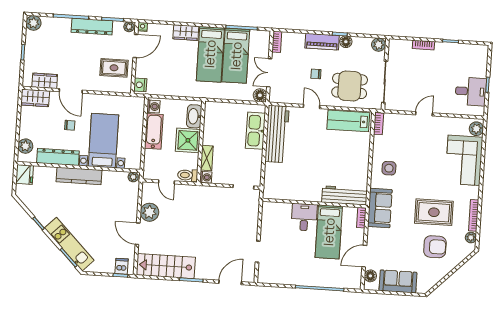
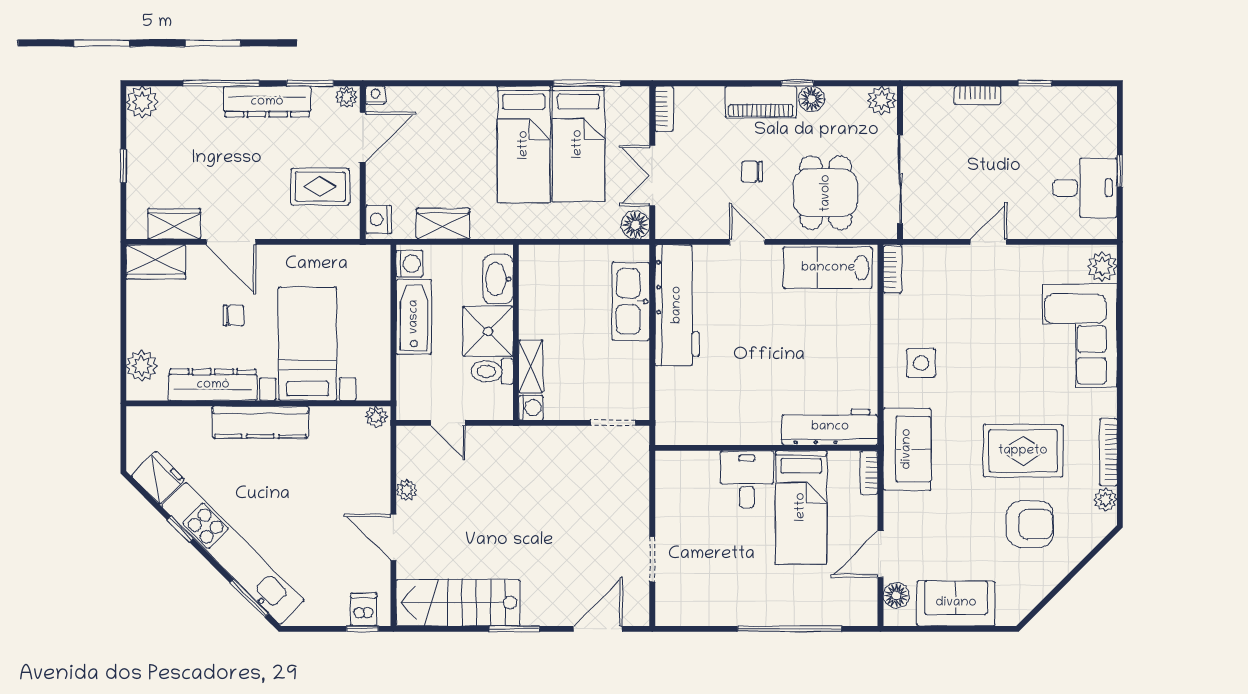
wardrobe: (186, 33) -> (443, 224), moved, turned 180
dining table: (350, 86) -> (826, 193), turned 90
fridge: (25, 174) -> (158, 478), moved, turned -45
toilet: (188, 175) -> (492, 371), moved
plant: (149, 212) -> (407, 490), width x0.53, depth x0.53
kitchen unit: (69, 244) -> (233, 553), width x1.36

